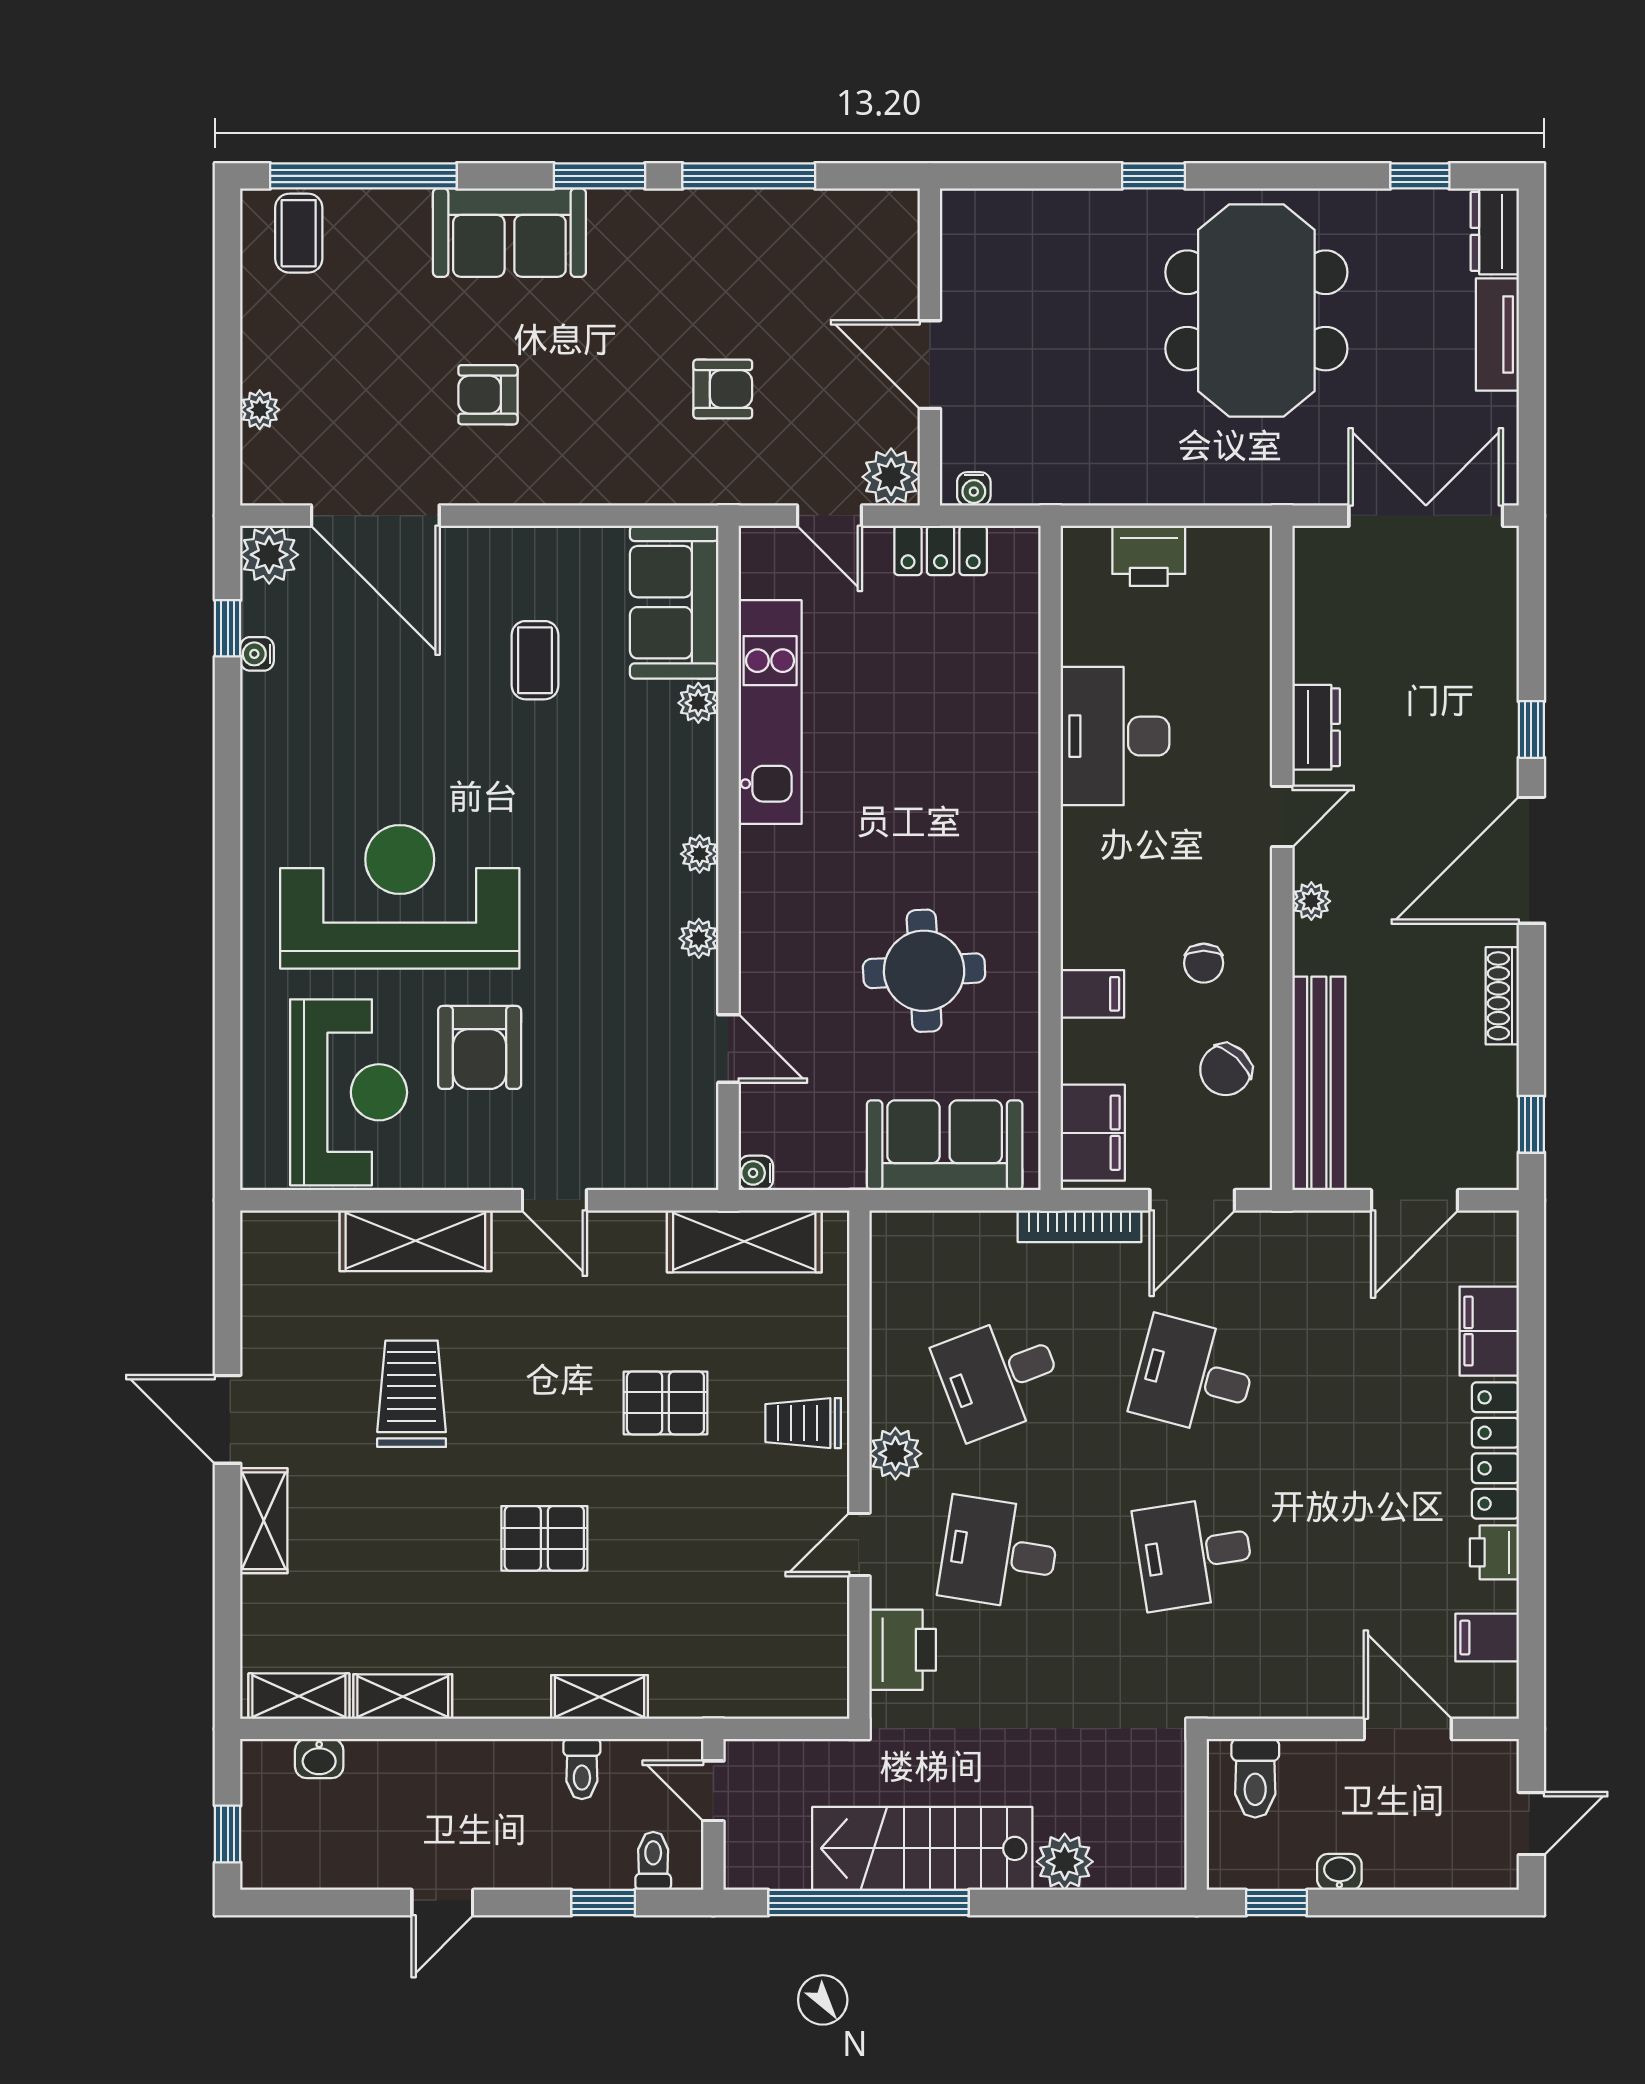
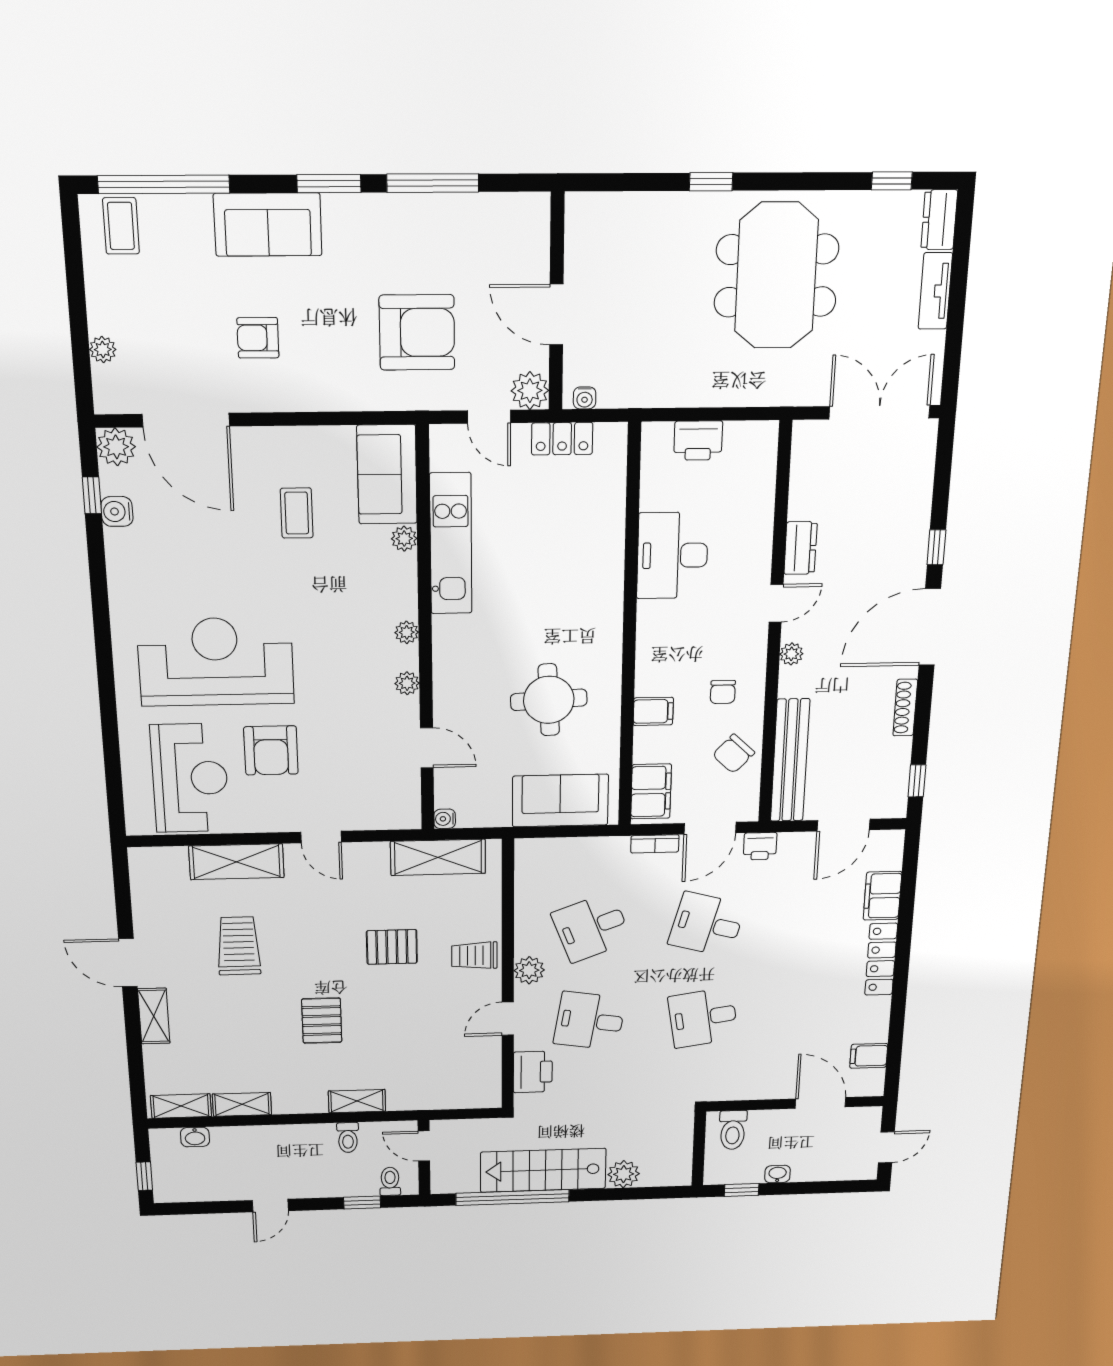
armchair: (723, 389) -> (417, 332), width x1.88, depth x1.88
water cooler: (257, 654) -> (117, 511), width x1.38, depth x1.38
bookcase: (1080, 1226) -> (655, 844), width x0.64
pallet: (544, 1538) -> (322, 1021), turned 90
printer: (1494, 1552) -> (760, 846), moved, turned -90

